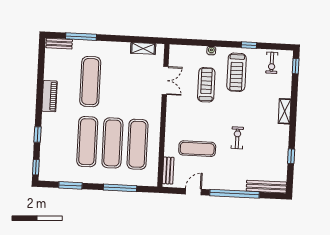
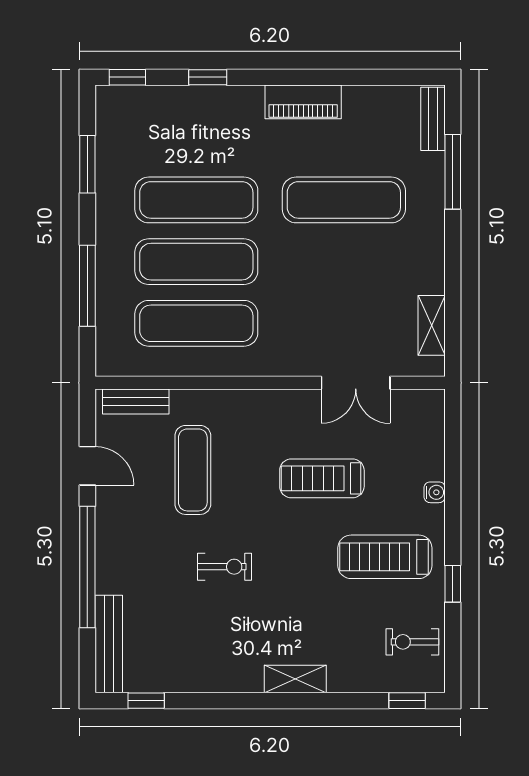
treadmill: (206, 85) -> (322, 478), moved, turned 180
window: (291, 156) -> (146, 701), moved

